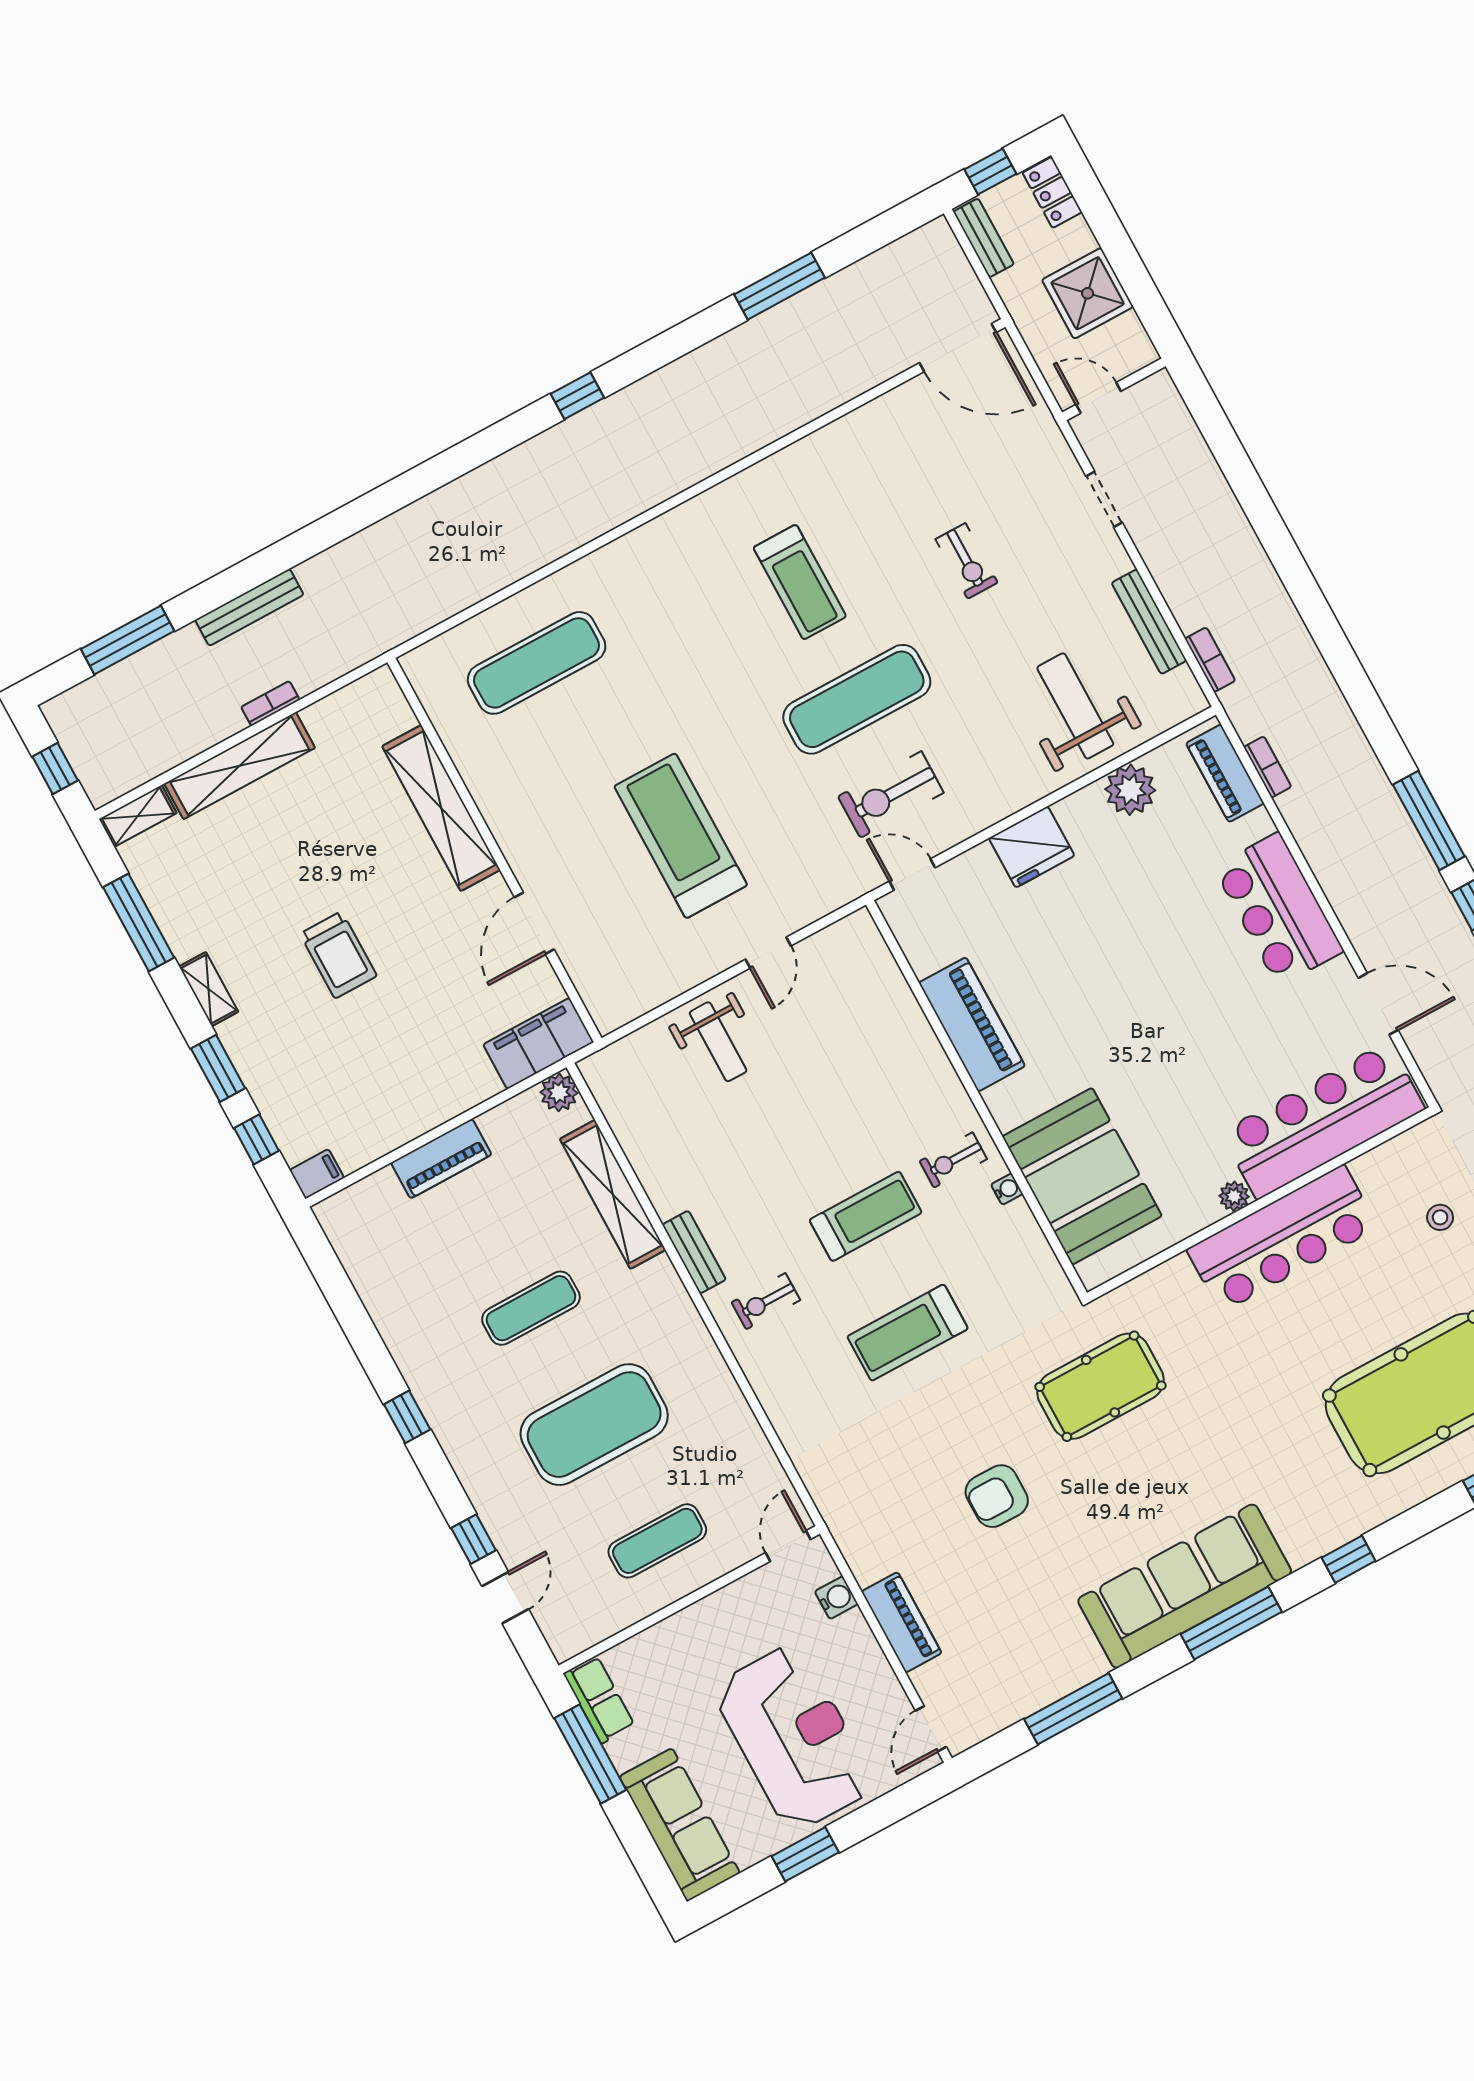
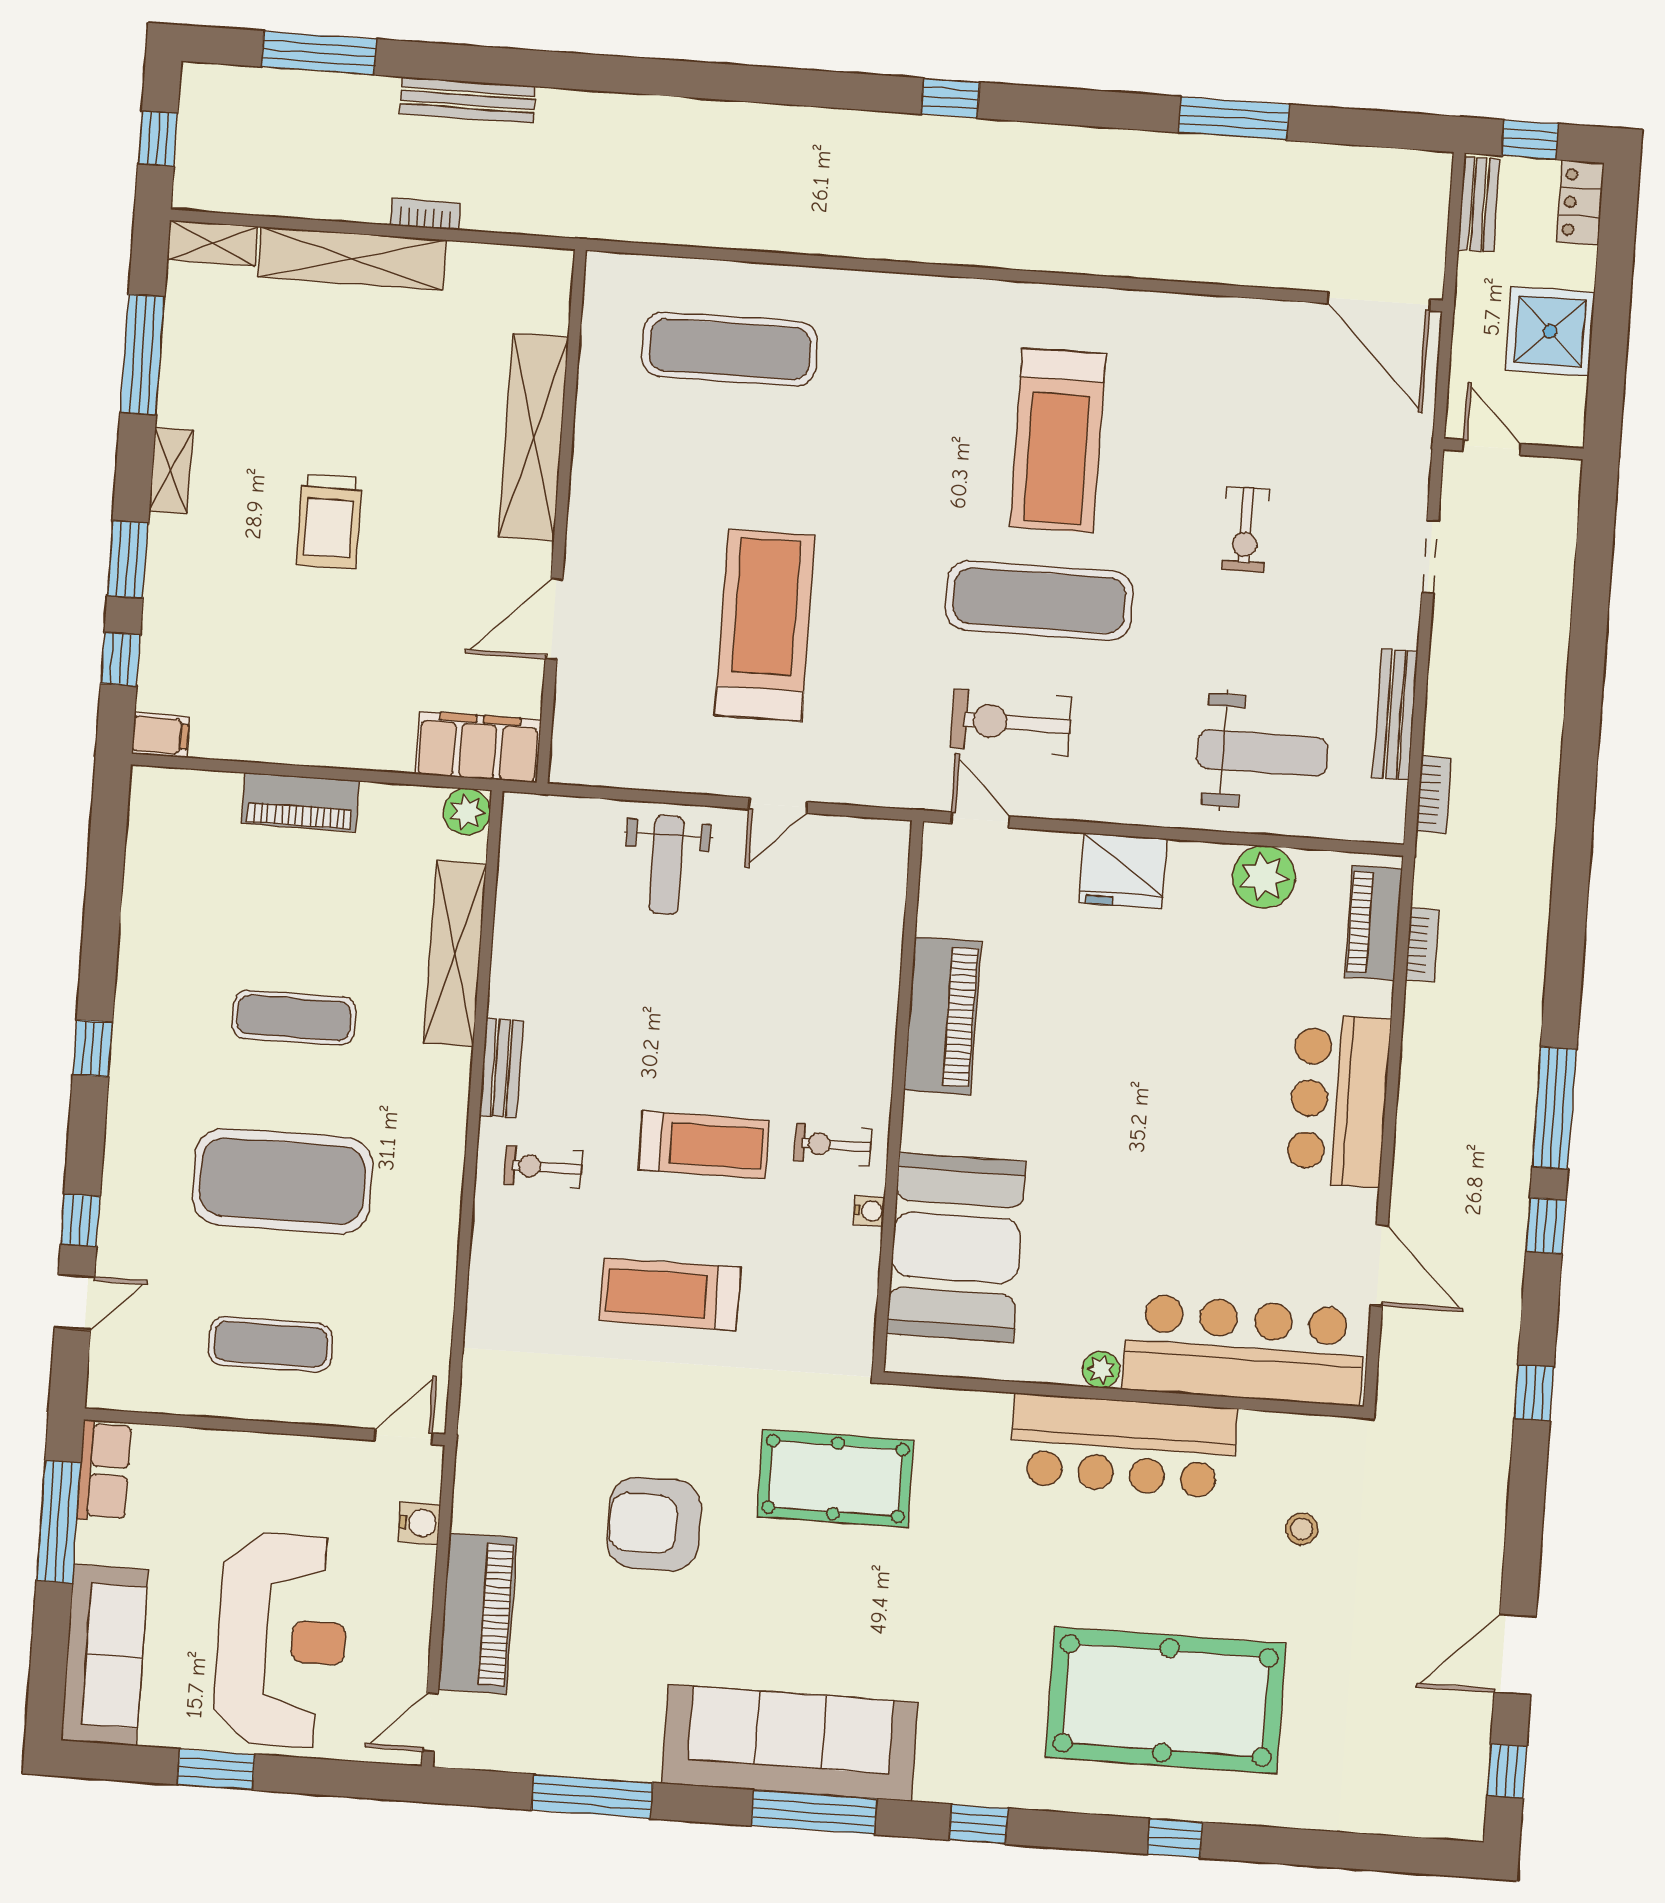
treadmill: (800, 582) -> (1058, 440), width x1.37, depth x1.38
weight bench: (1075, 706) -> (1262, 753), turned 90
armchair: (997, 1496) -> (654, 1524), width x1.36, depth x1.36
piano: (902, 1622) -> (478, 1613), width x1.37, depth x1.33

